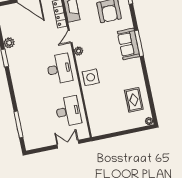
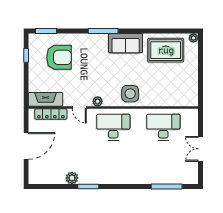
sofa: (128, 44) -> (126, 43), moved
rug: (134, 100) -> (166, 50), width x1.36, depth x1.43
double door: (68, 144) -> (200, 149), moved

